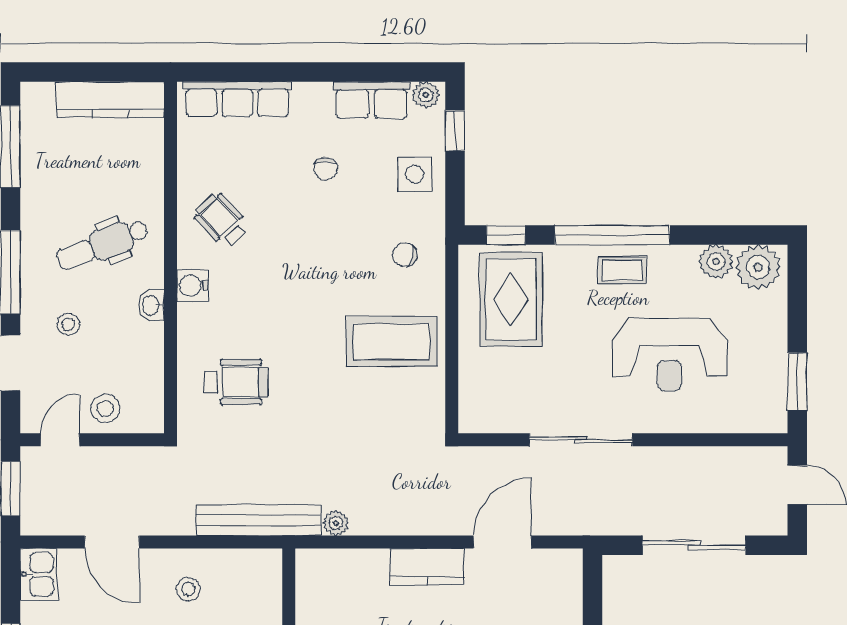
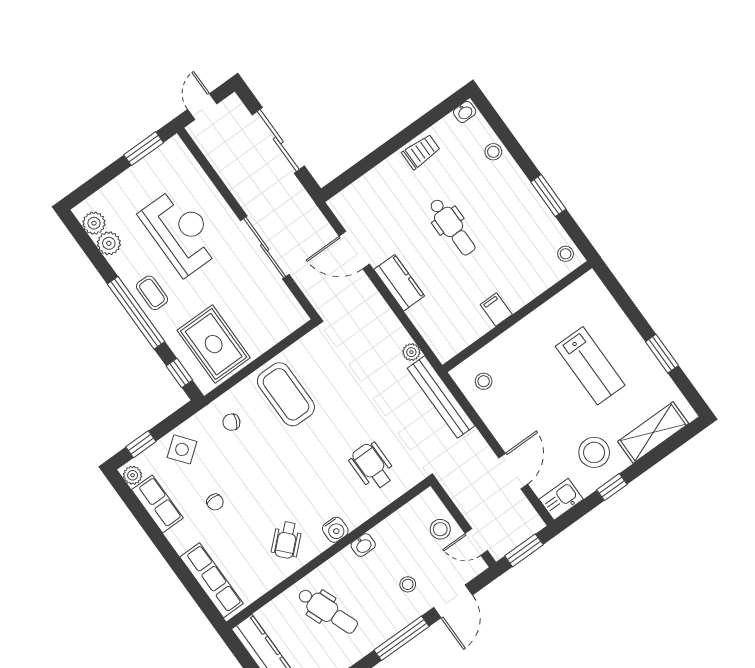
chair: (326, 169) -> (215, 502), turned 90
side table: (415, 174) -> (182, 449), turned -38
dental chair: (103, 245) -> (328, 611), moved
chair: (405, 255) -> (231, 422), turned 98
plant: (758, 267) -> (94, 223), width x0.73, depth x0.73
rug: (511, 299) -> (214, 344), turned 90
stool: (188, 589) -> (484, 381), moved

